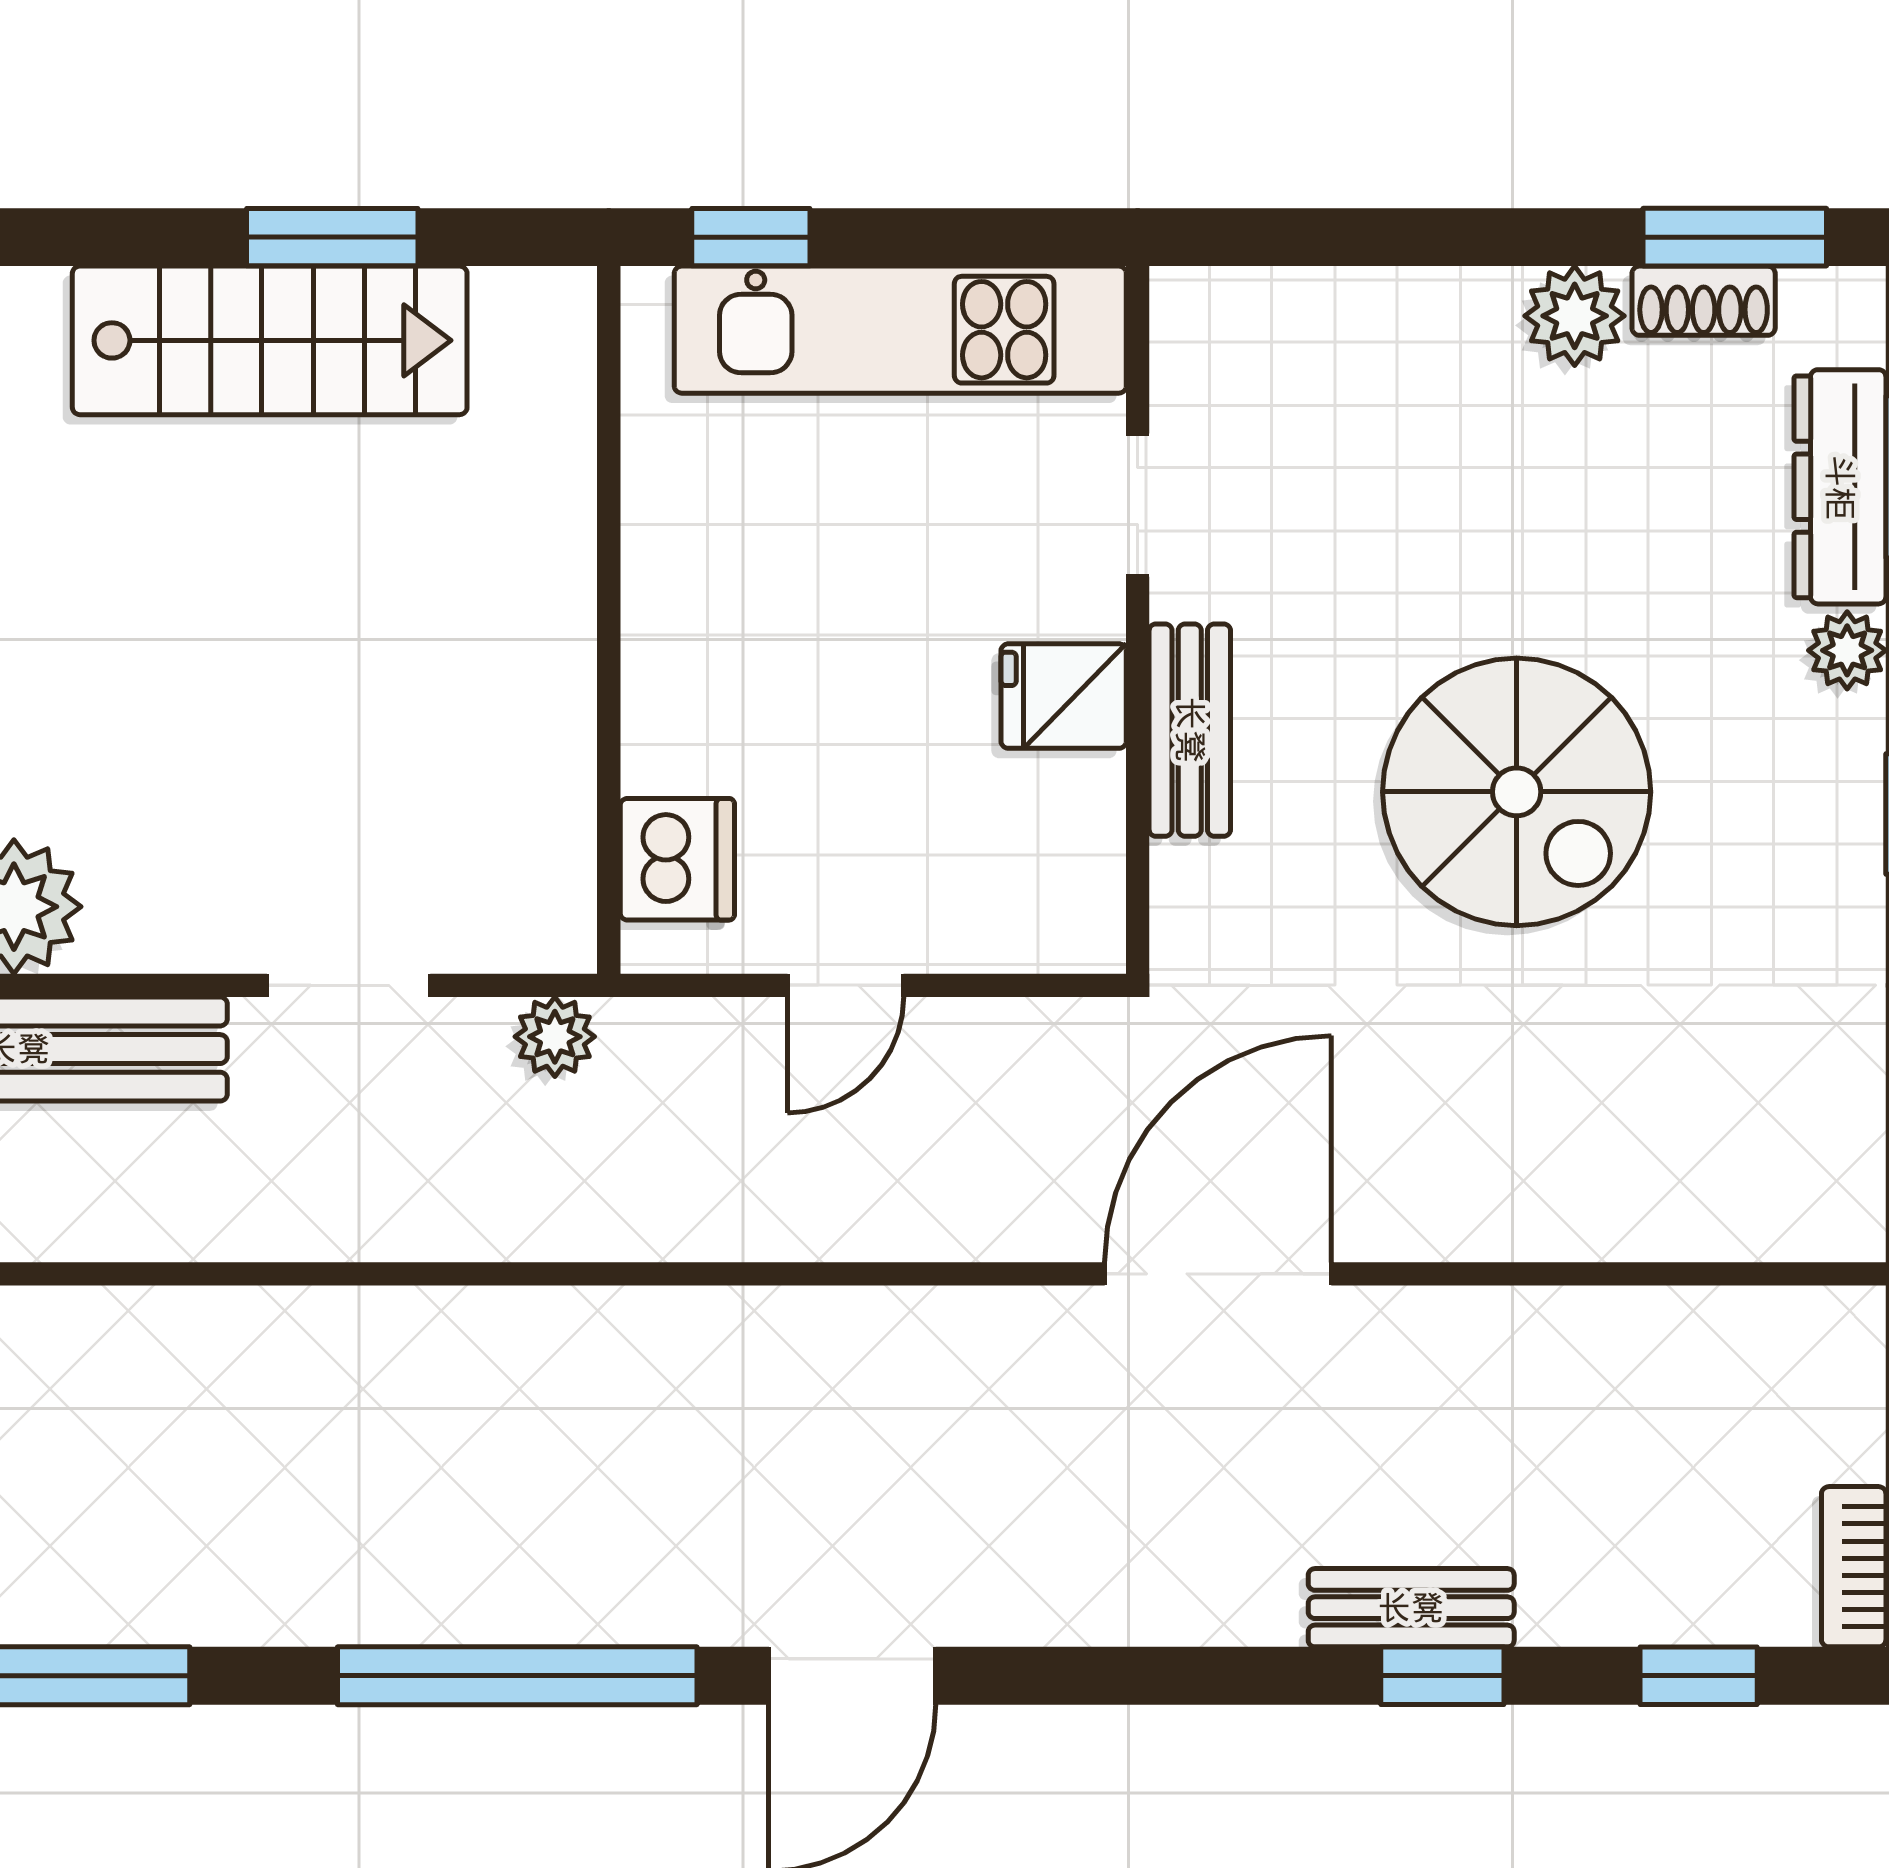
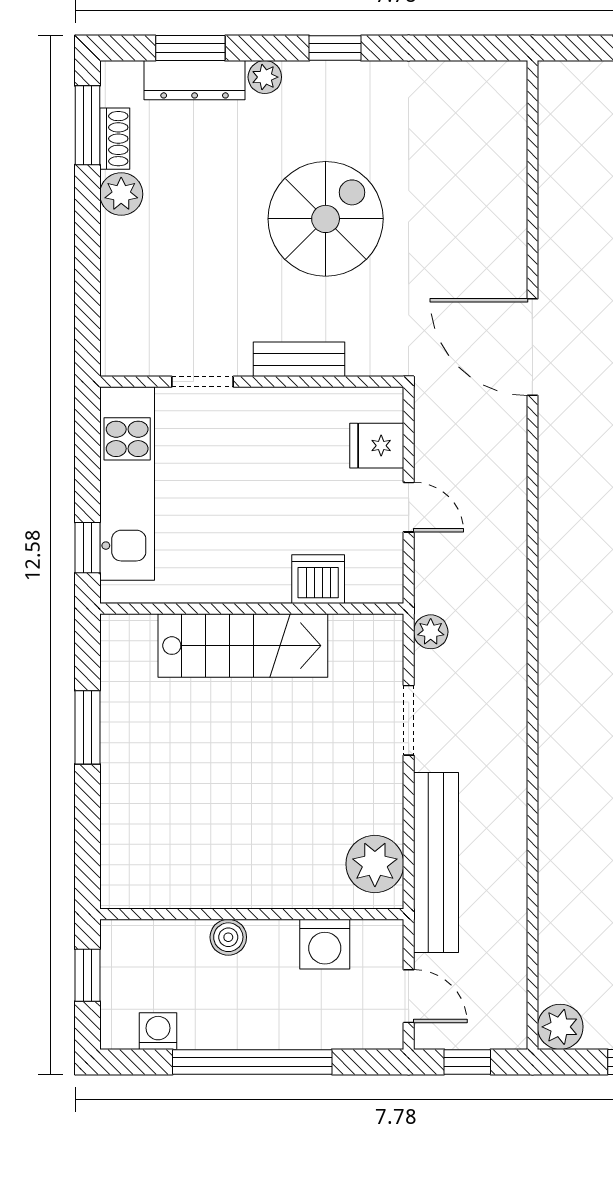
stairs: (270, 340) -> (243, 646), moved, turned 90
fridge: (1064, 696) -> (377, 446), moved, turned 90
dishwasher: (677, 859) -> (318, 579), moved

